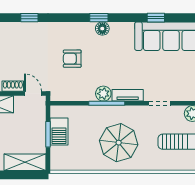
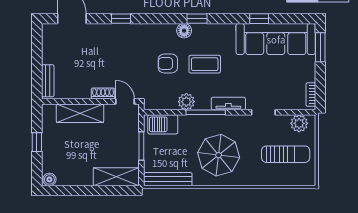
floor lamp: (102, 29) -> (184, 31), moved
coffee table: (106, 59) -> (205, 64), added
plant: (103, 94) -> (186, 102), moved
barbecue: (59, 132) -> (163, 124), moved, turned 90
bench: (72, 165) -> (168, 179), added

